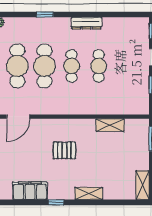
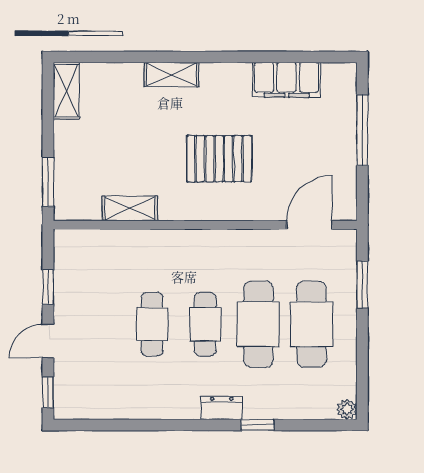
dresser: (86, 23) -> (222, 408), moved, width x0.70
pallet: (64, 150) -> (219, 159), width x1.50, depth x1.42
window: (56, 202) -> (236, 57), removed

